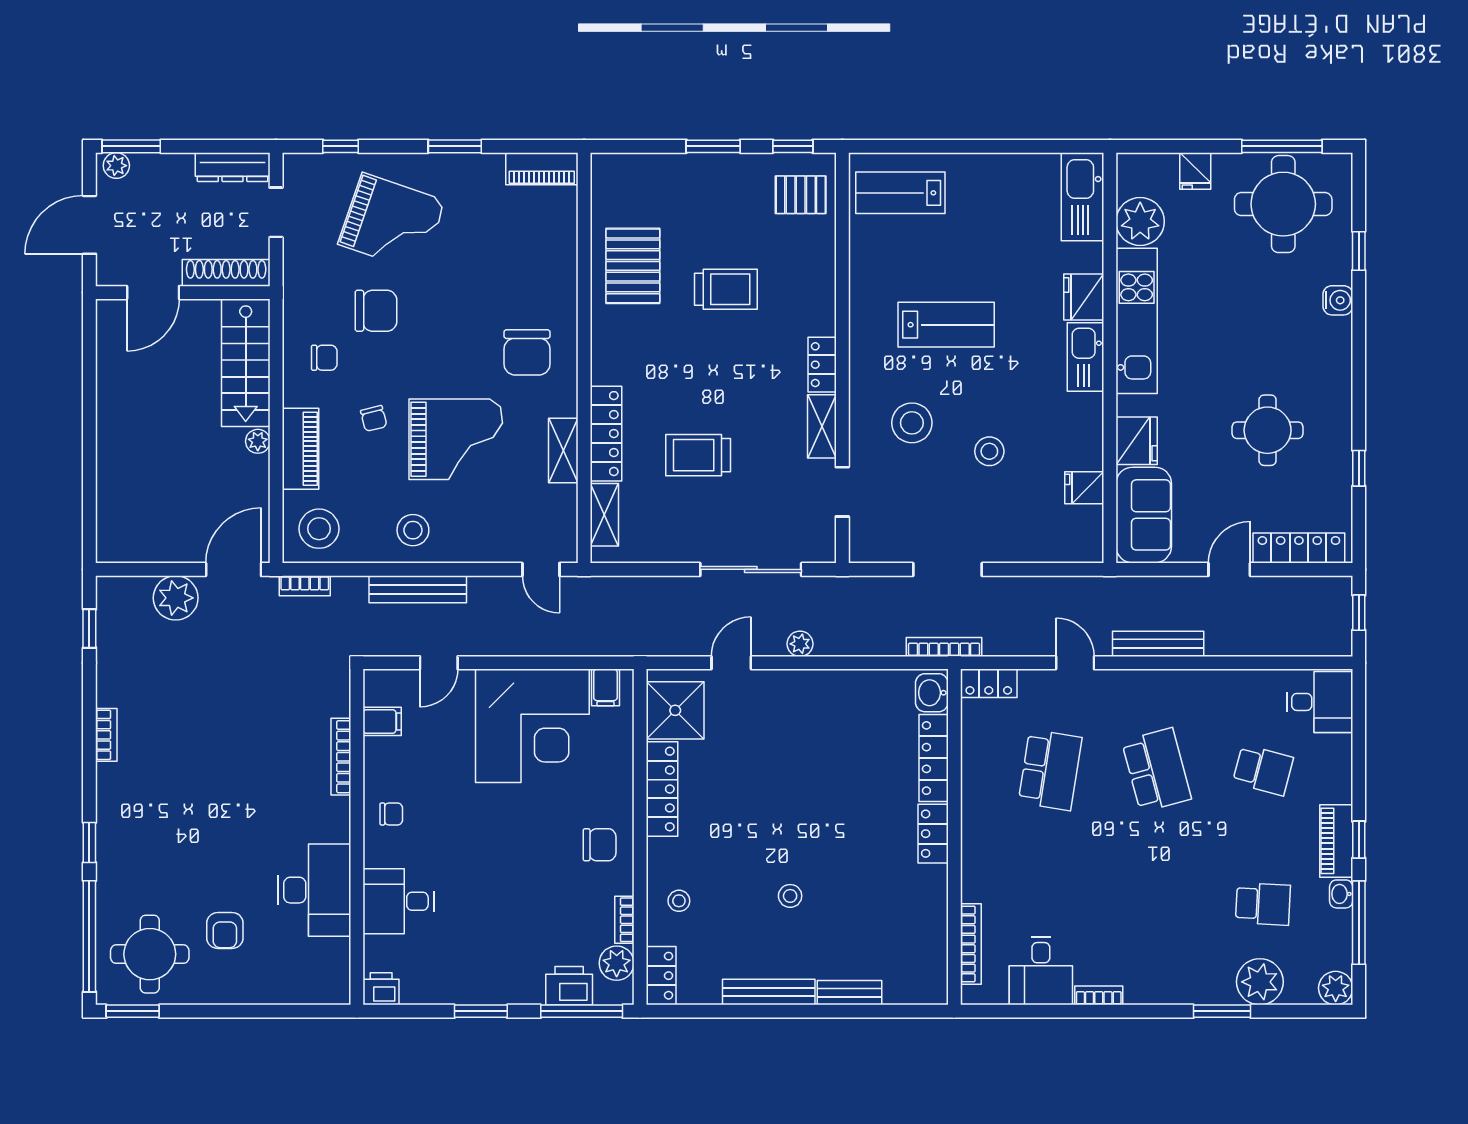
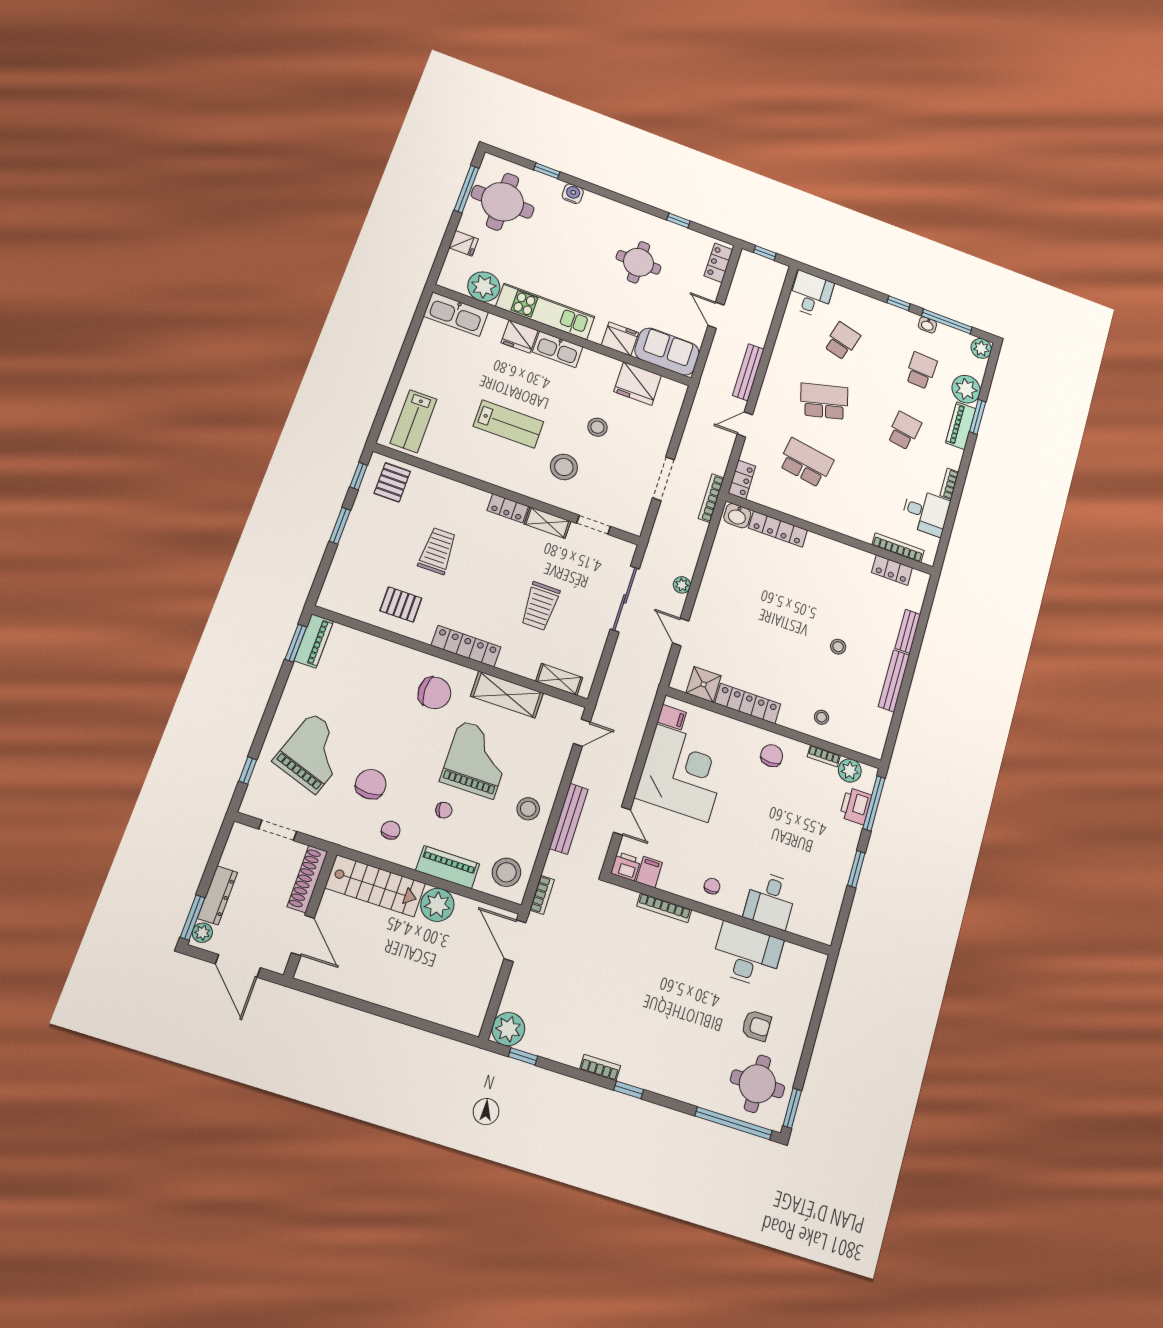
window: (455, 146) -> (296, 643), moved
dresser: (233, 167) -> (218, 895), moved
pallet: (633, 266) -> (401, 604), width x0.67, depth x0.71
lab bench: (946, 325) -> (508, 424), turned 90
locker: (606, 434) -> (466, 646), moved
plant: (258, 441) -> (437, 905), width x1.87, depth x1.87
shelving: (563, 450) -> (507, 695), width x1.50, depth x1.33
fridge: (1084, 488) -> (638, 384), width x1.88, depth x1.34
locker: (1299, 548) -> (718, 263), width x0.66
plant: (176, 598) -> (508, 1029), moved
shower: (675, 710) -> (704, 684), width x0.73, depth x0.73
locker: (933, 834) -> (892, 570), moved
piano: (1336, 841) -> (961, 426), moved, turned 90
window: (89, 842) -> (629, 1090), moved
school desk: (1157, 904) -> (904, 431), added
locker: (661, 976) -> (865, 745), removed
printer: (381, 989) -> (626, 866), moved, turned 90

